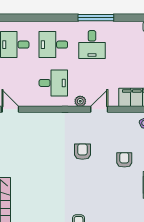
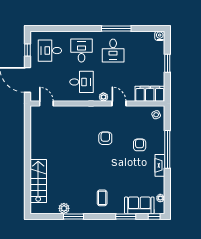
desk: (53, 45) -> (81, 51), turned 90
door: (99, 109) -> (119, 104), hinge flipped

